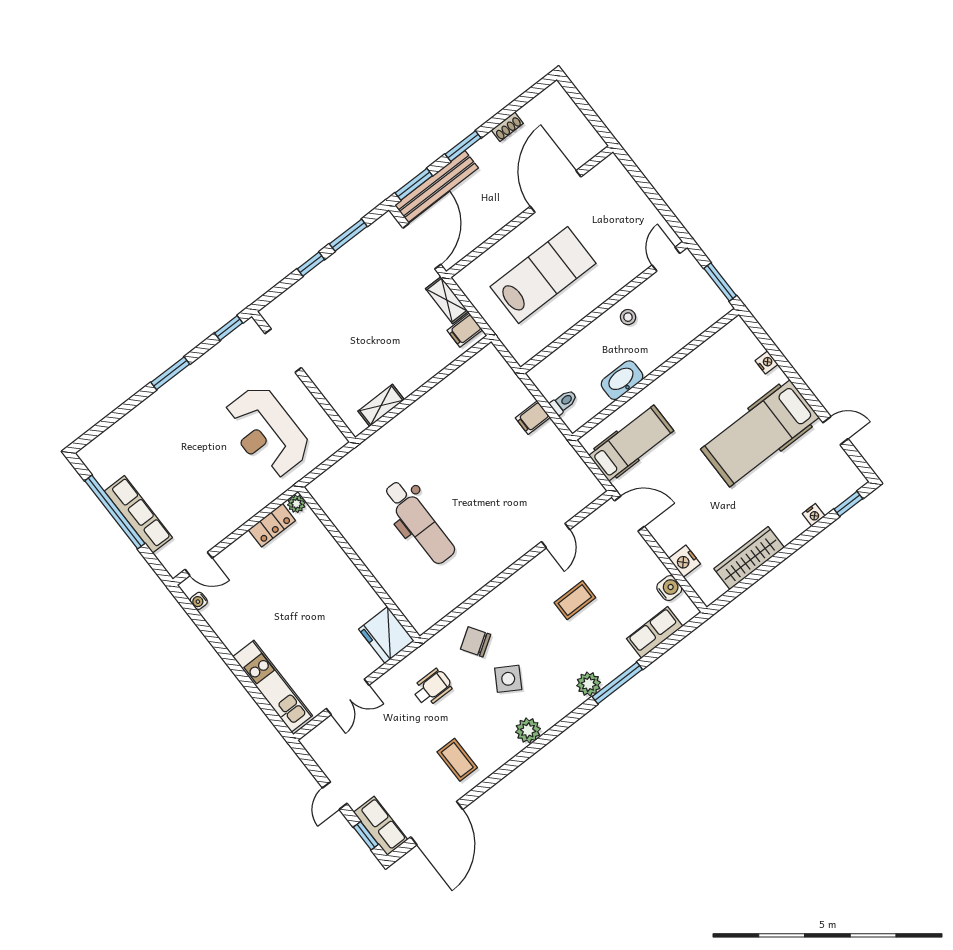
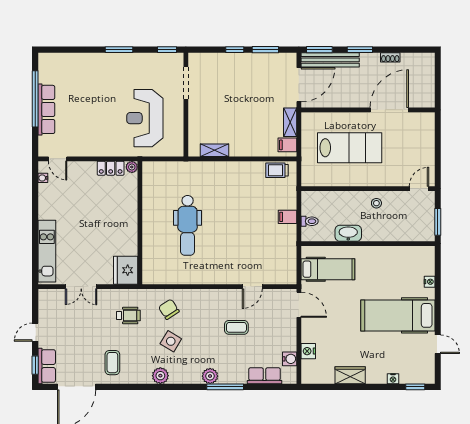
trolley: (476, 371) -> (277, 170), added
wardrobe: (749, 558) -> (350, 375), width x0.67

